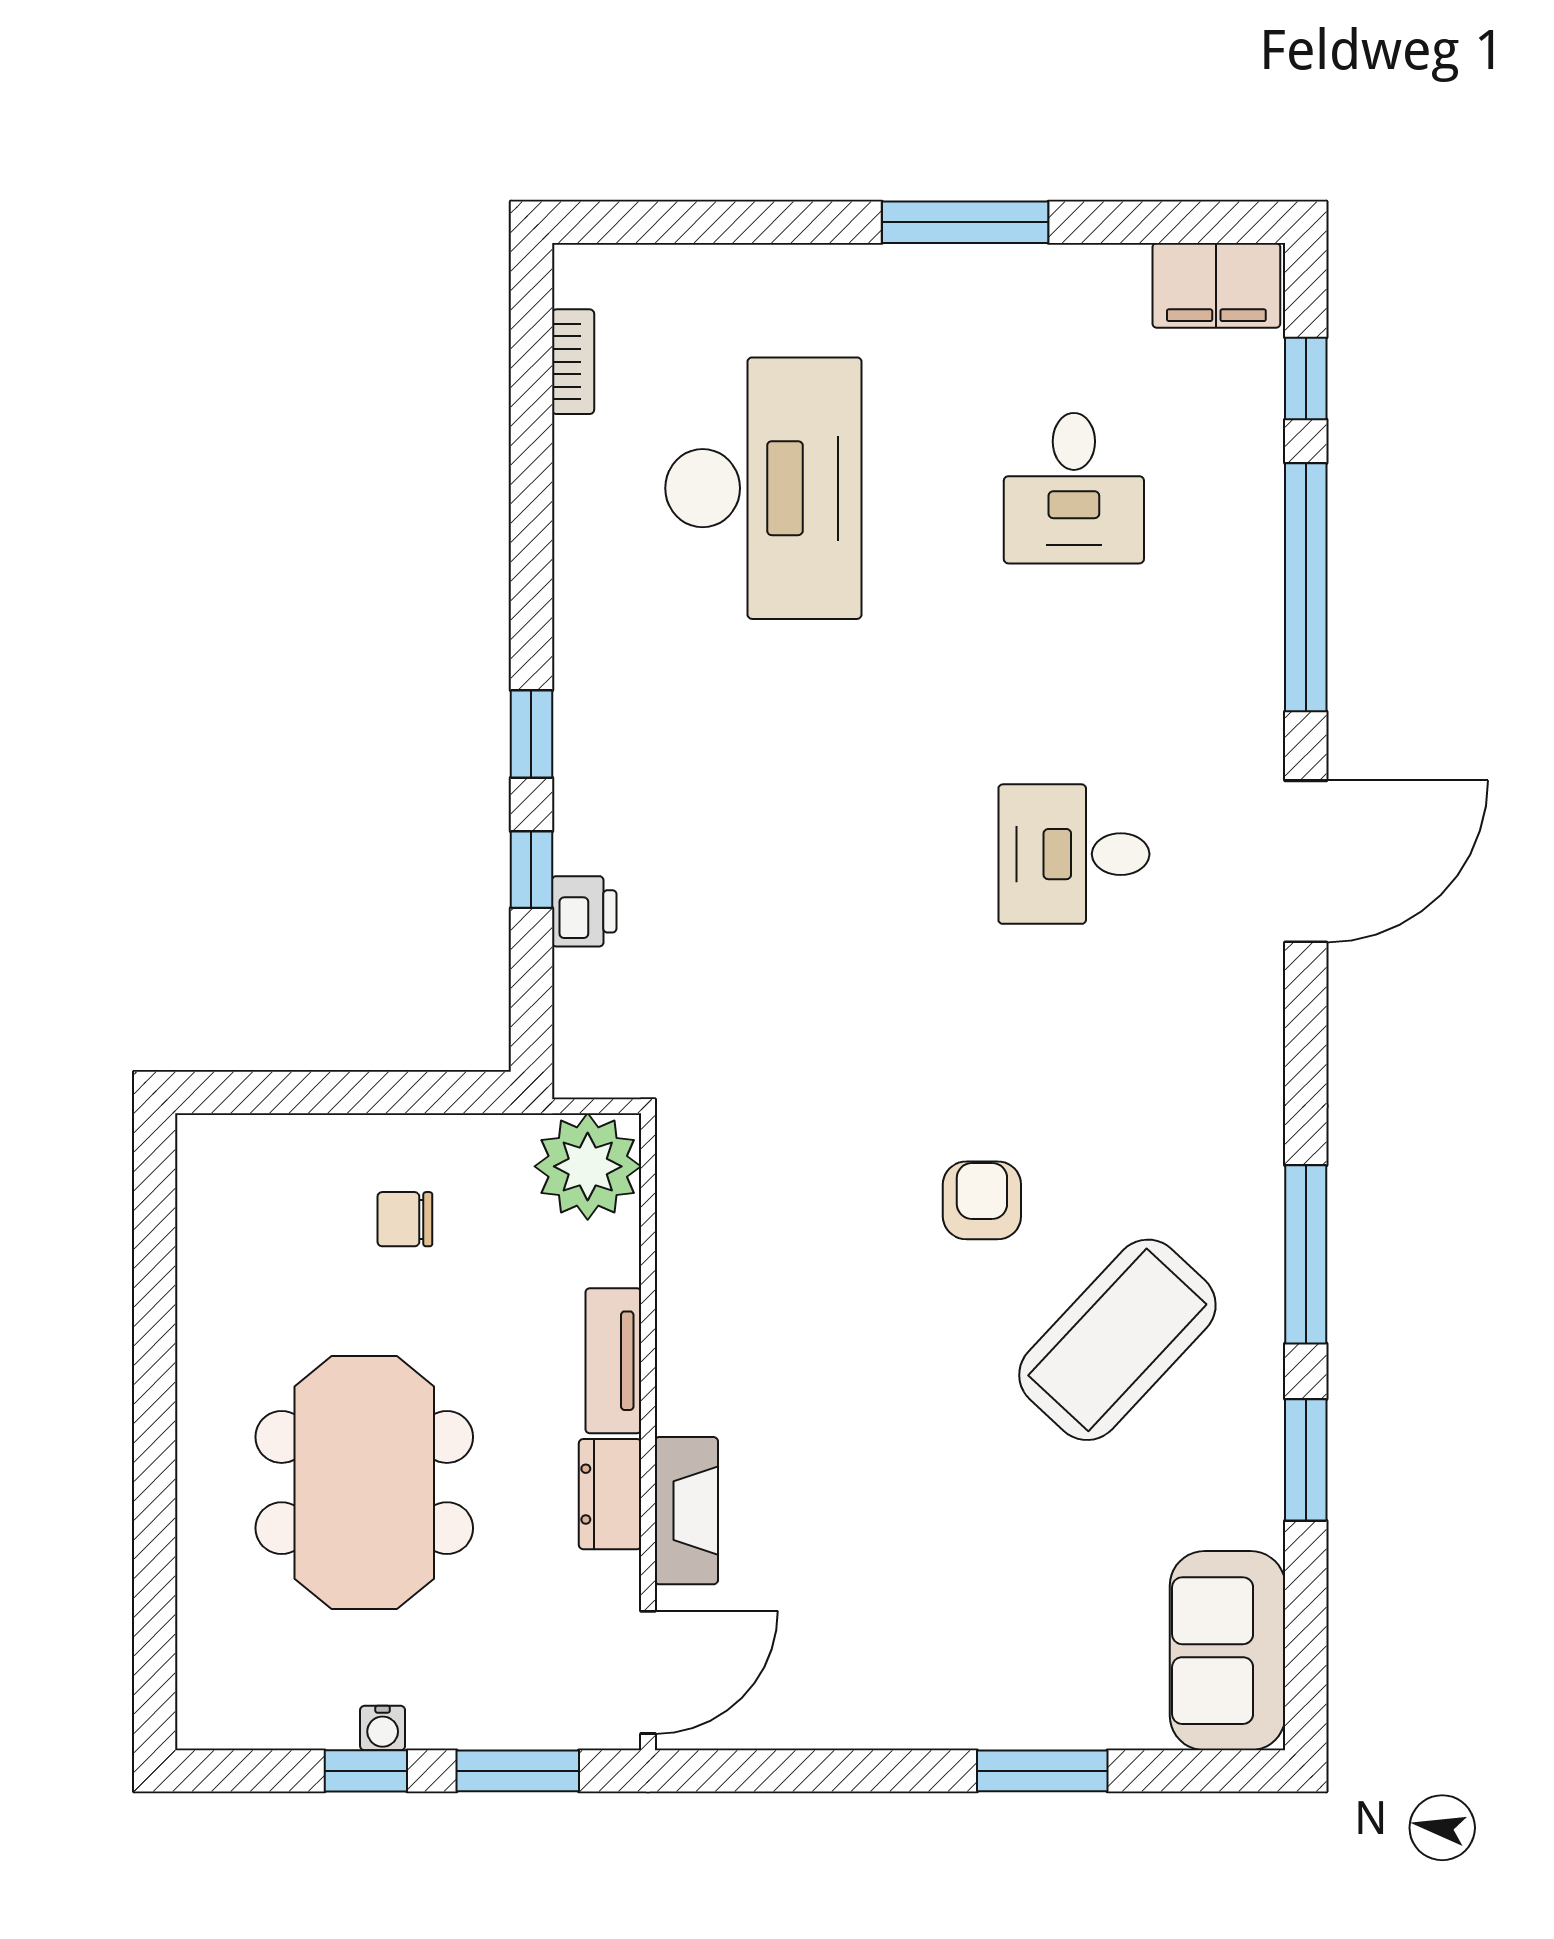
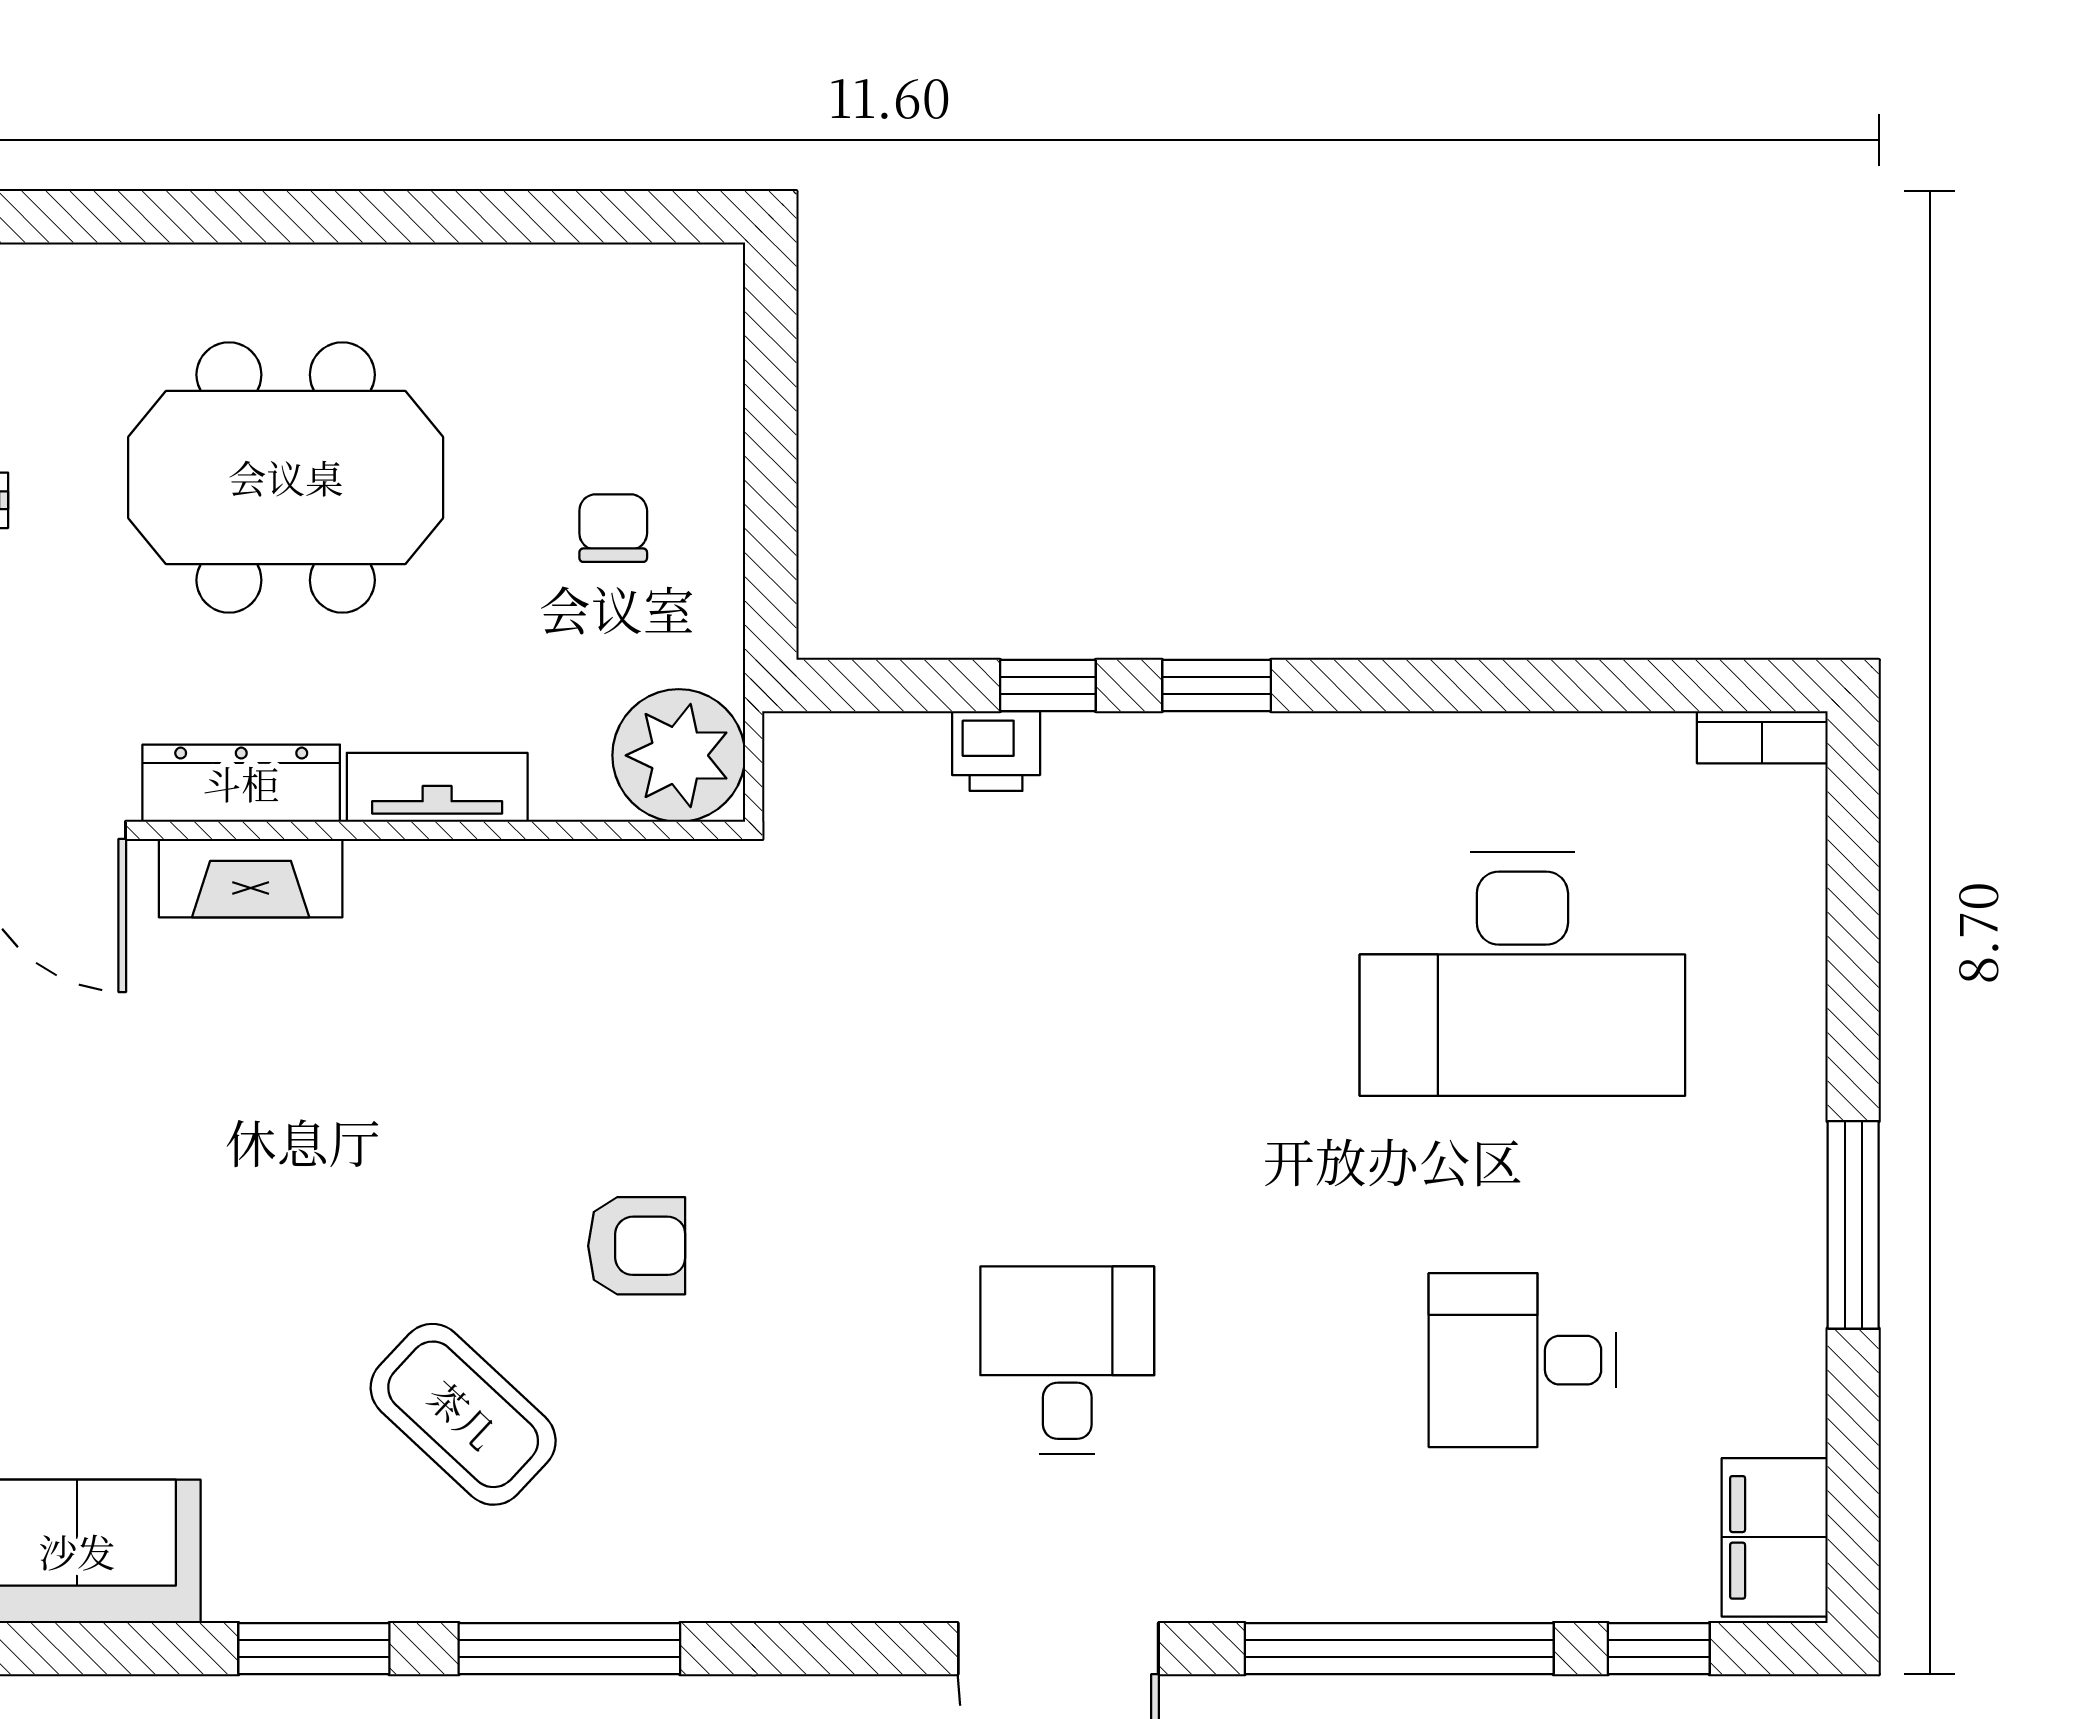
bookcase: (573, 362) -> (1762, 737), moved
coffee table: (1117, 1340) -> (463, 1414), width x0.73, depth x0.76
dresser: (610, 1494) -> (241, 783), width x1.44

